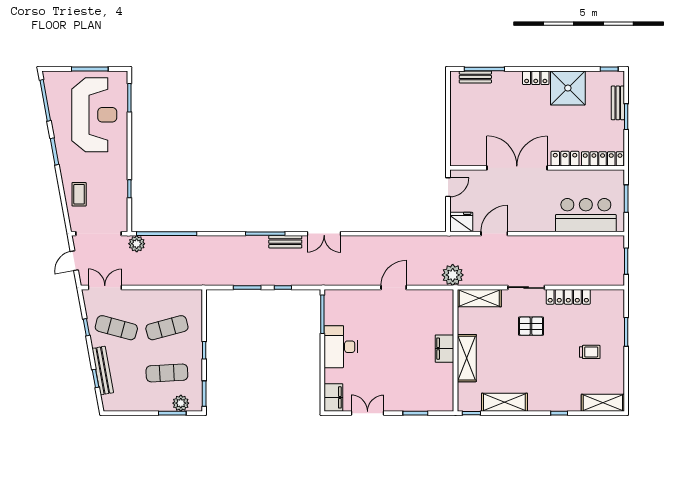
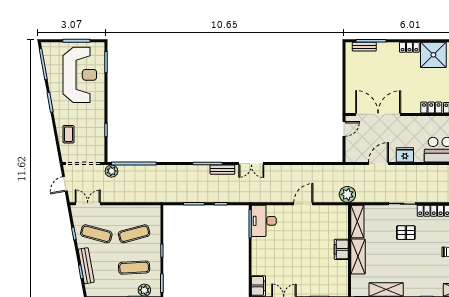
double door: (517, 168) -> (378, 114), moved
fridge: (461, 222) -> (405, 155), moved
shelving: (479, 298) -> (357, 222), moved, turned 90
desk: (341, 347) -> (264, 221), moved

